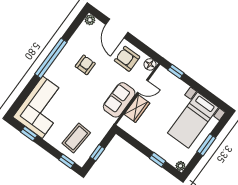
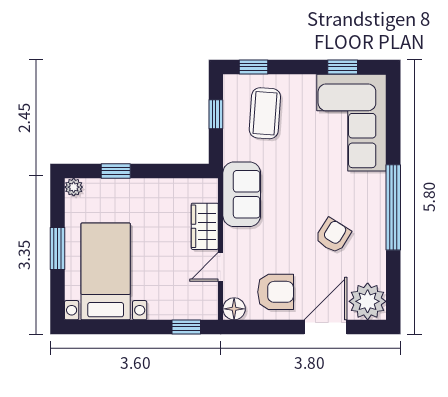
plant: (90, 20) -> (368, 301), width x1.87, depth x1.87
door: (117, 28) -> (325, 327), hinge flipped
armchair: (85, 65) -> (333, 236), turned -148
sofa: (119, 100) -> (242, 194), moved

